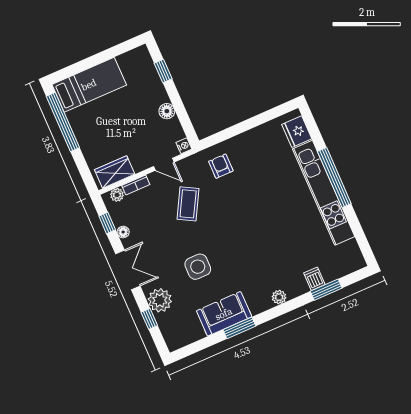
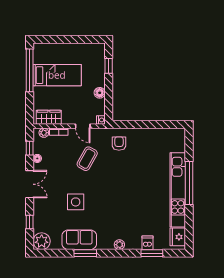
bed: (89, 85) -> (57, 75), moved
fridge: (297, 132) -> (178, 237), moved
plant: (160, 300) -> (42, 241), moved

